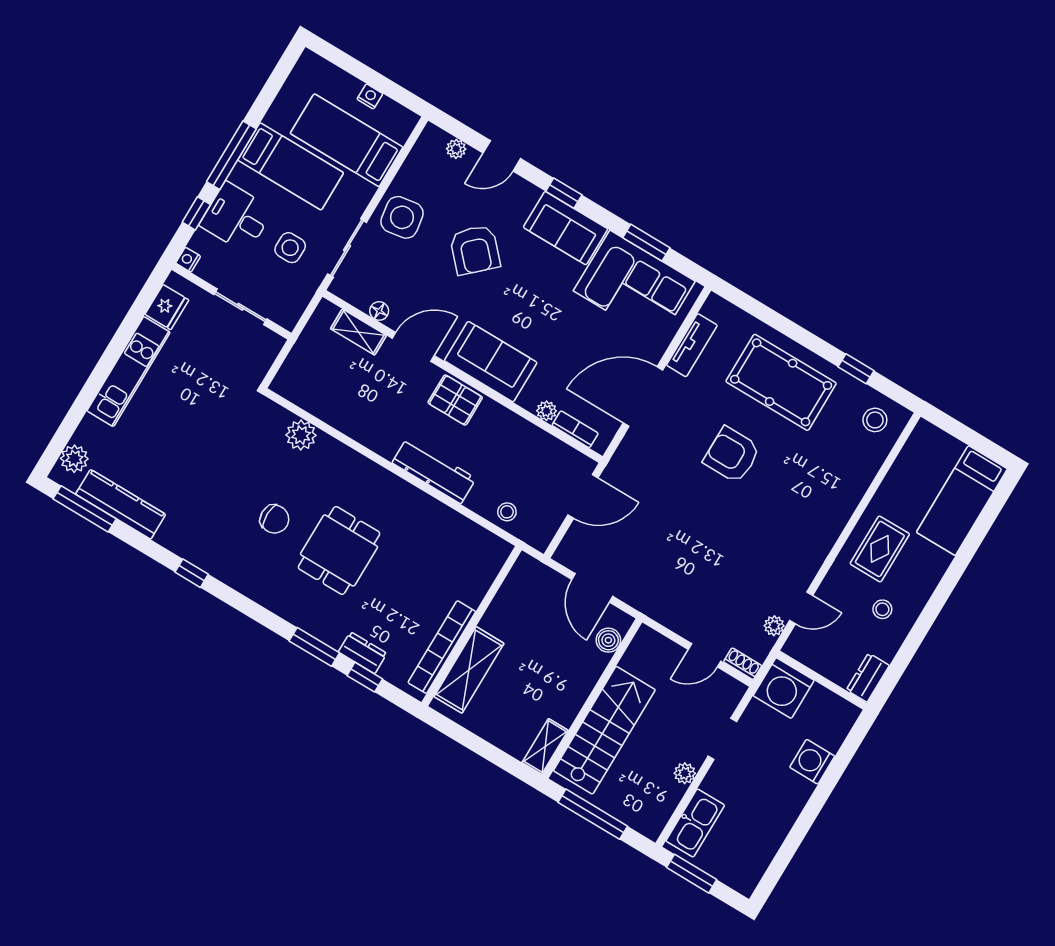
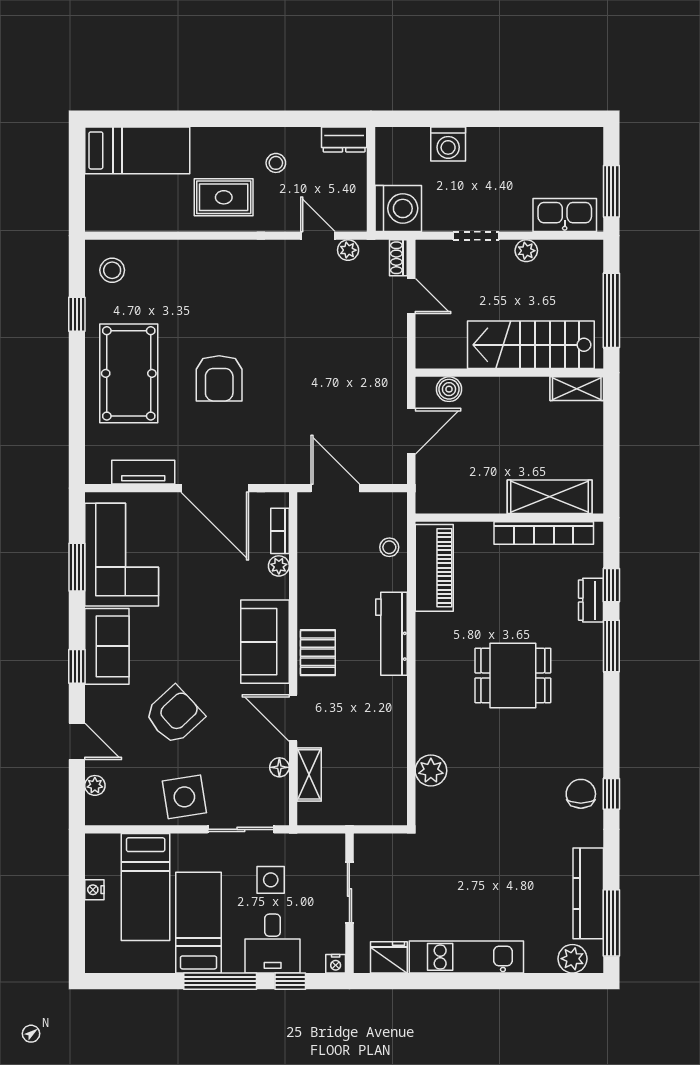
chair: (275, 519) -> (581, 794), moved
piano: (468, 539) -> (434, 568), added

